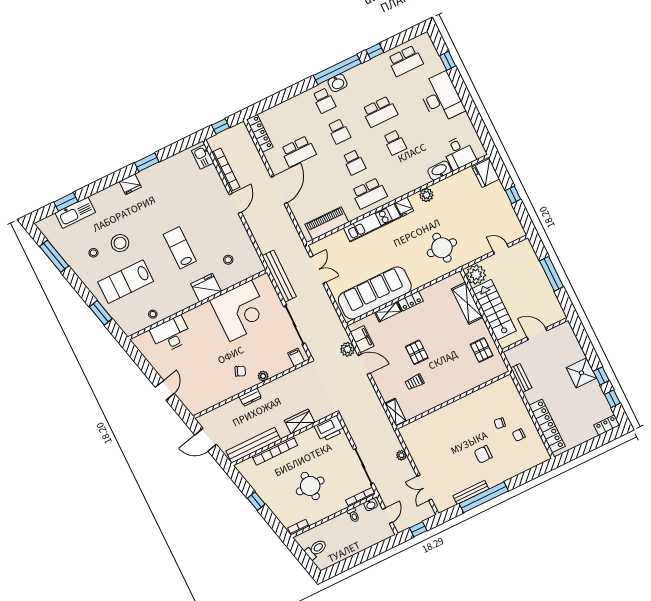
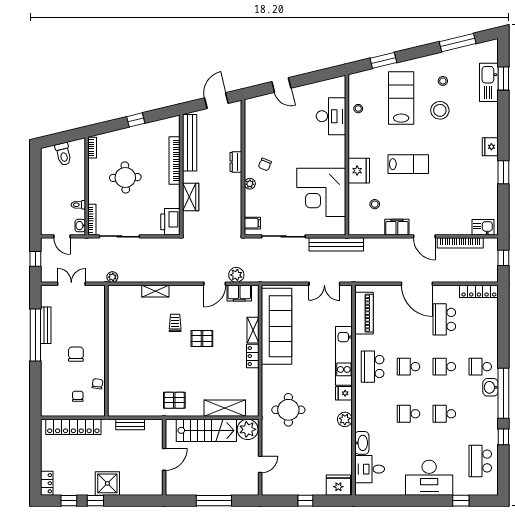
school desk: (380, 112) -> (444, 414), width x0.54
filing cabinet: (239, 231) -> (397, 227), added
wall: (453, 400) -> (106, 351), moved

